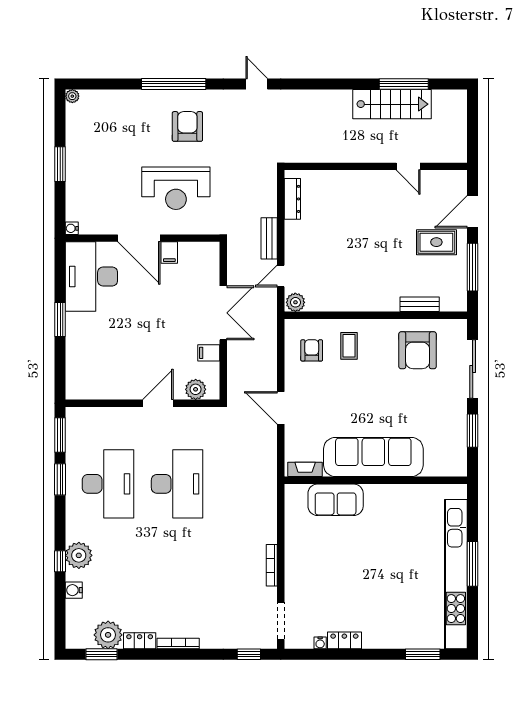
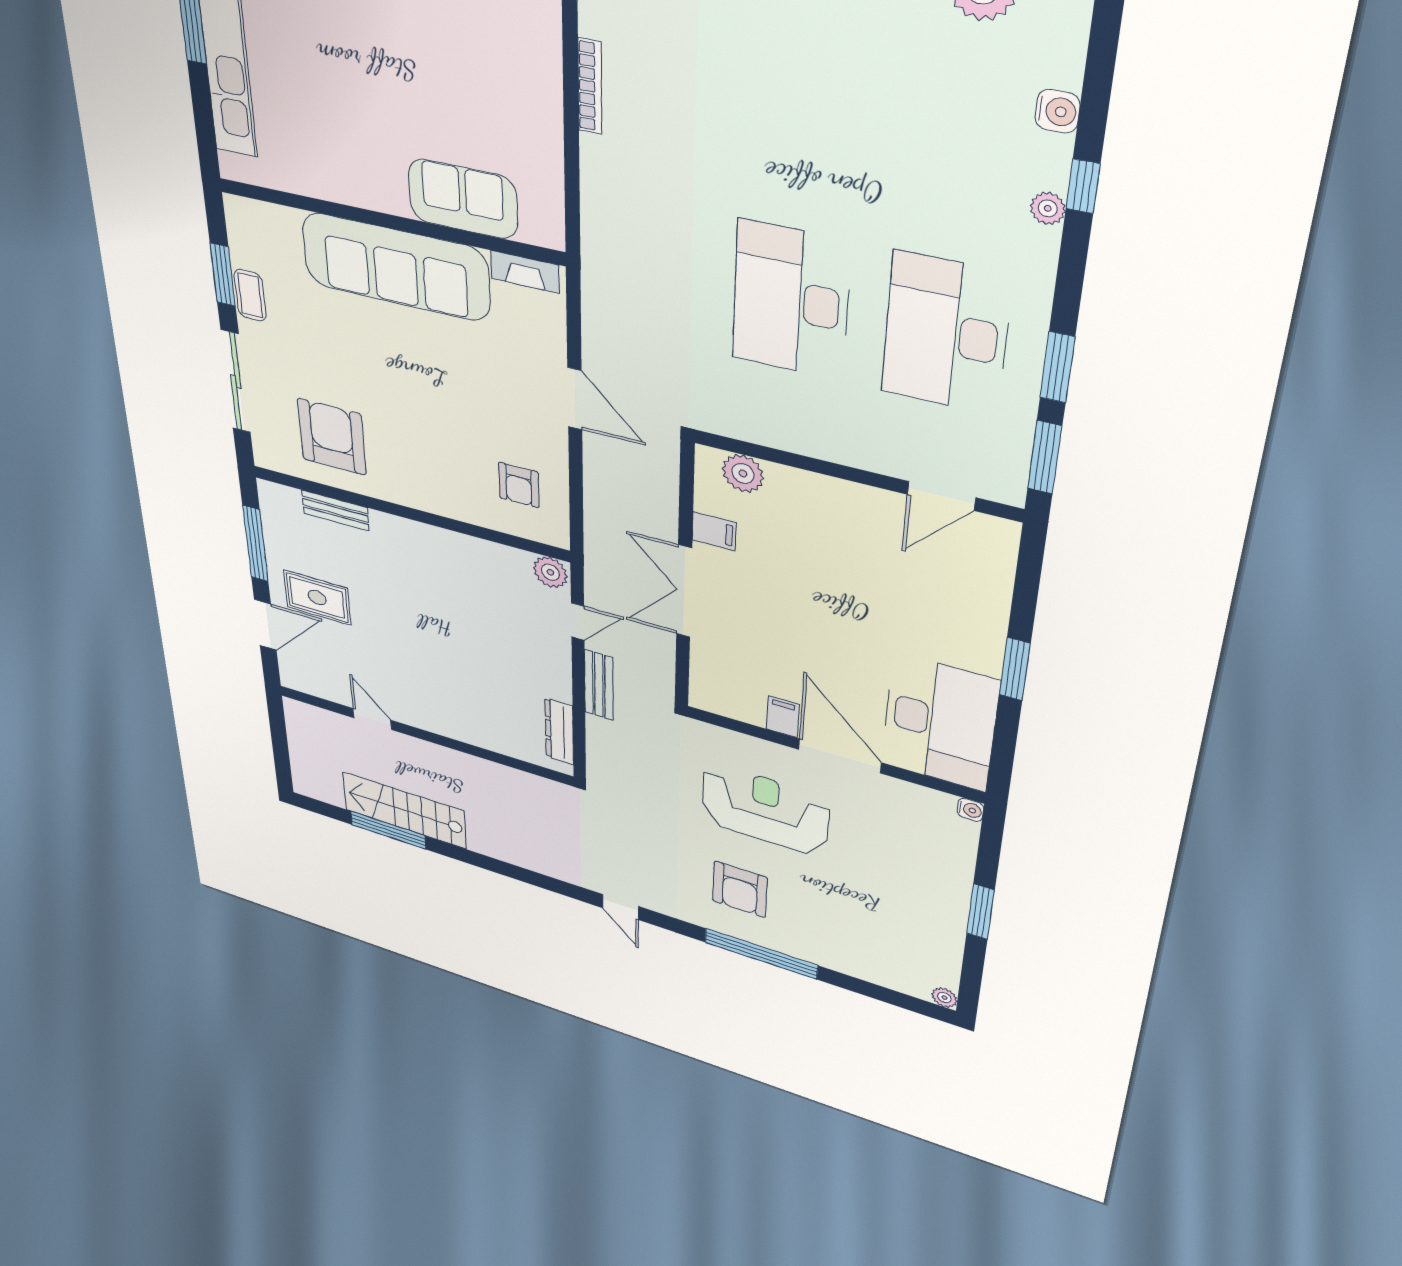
coffee table: (349, 346) -> (250, 295), moved
door: (158, 403) -> (941, 496), moved
plant: (79, 555) -> (1048, 208), width x0.53, depth x0.53

